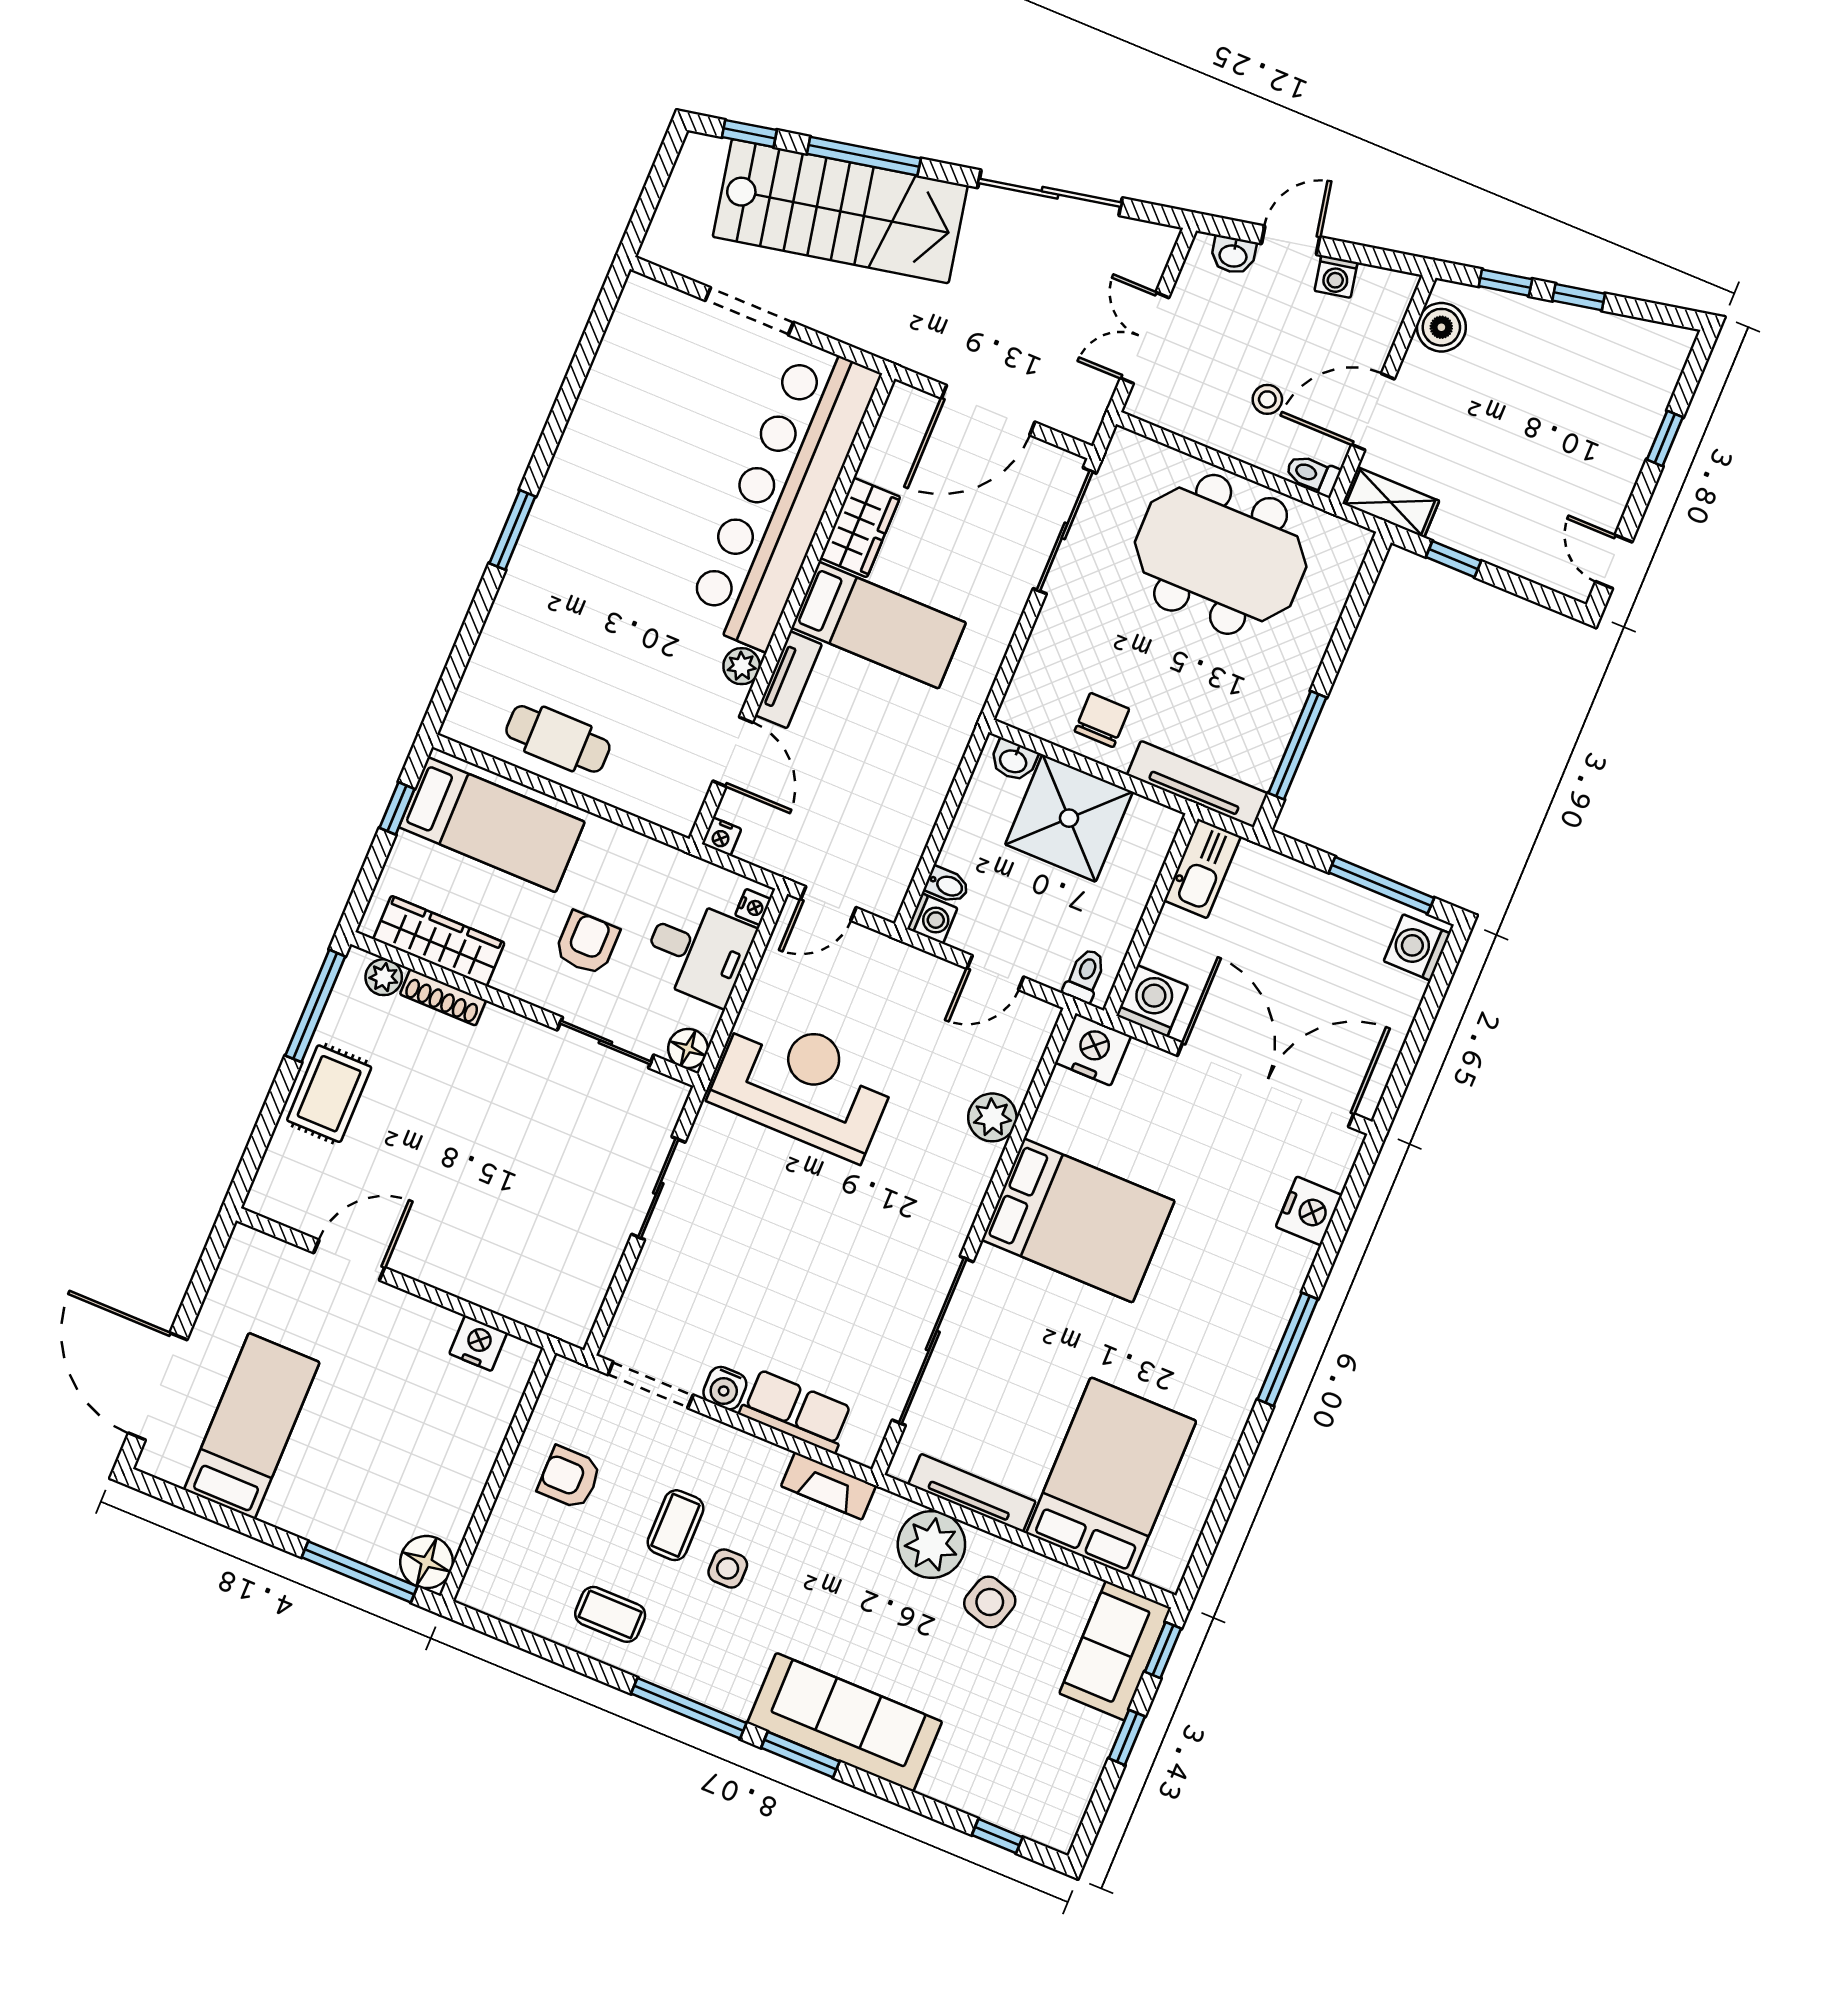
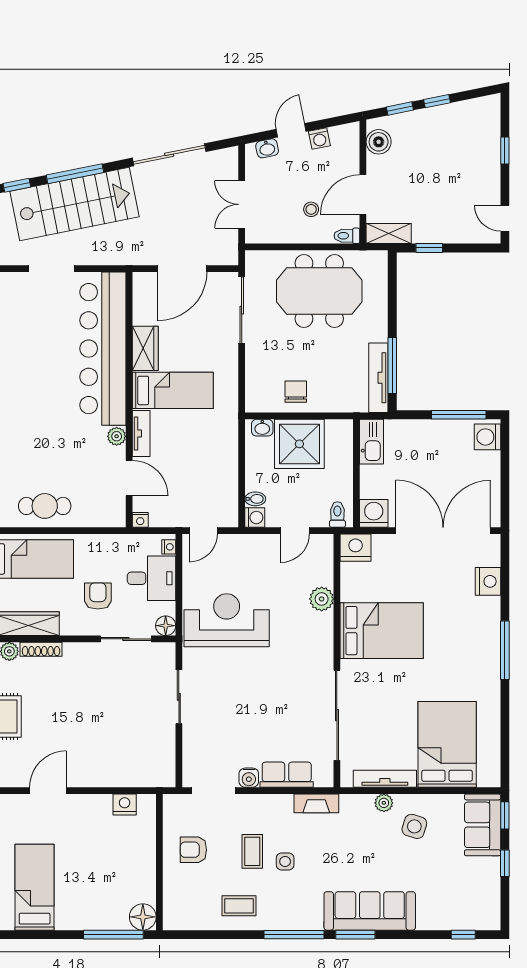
tv unit: (1197, 784) -> (378, 378), moved, turned -90
plant: (931, 1544) -> (384, 803), width x0.53, depth x0.53

